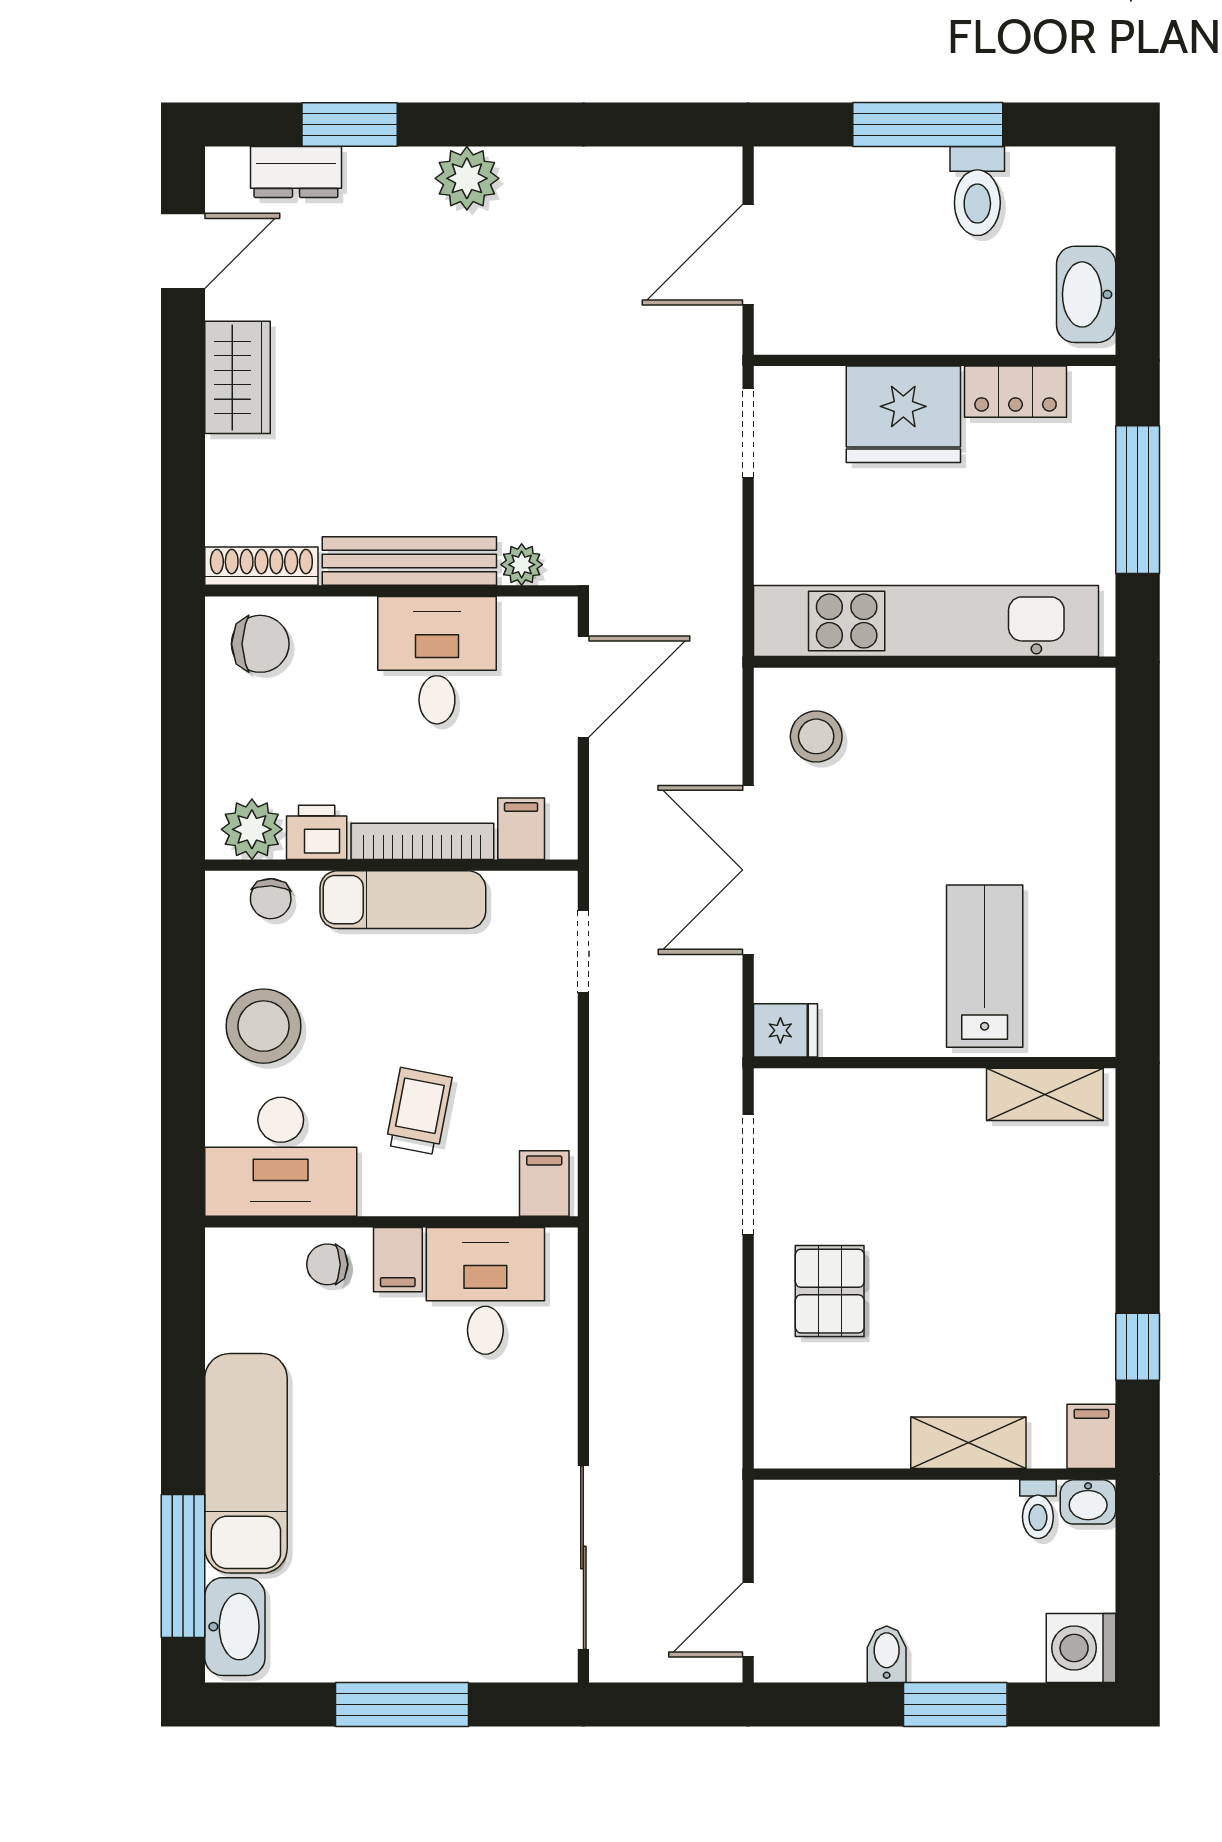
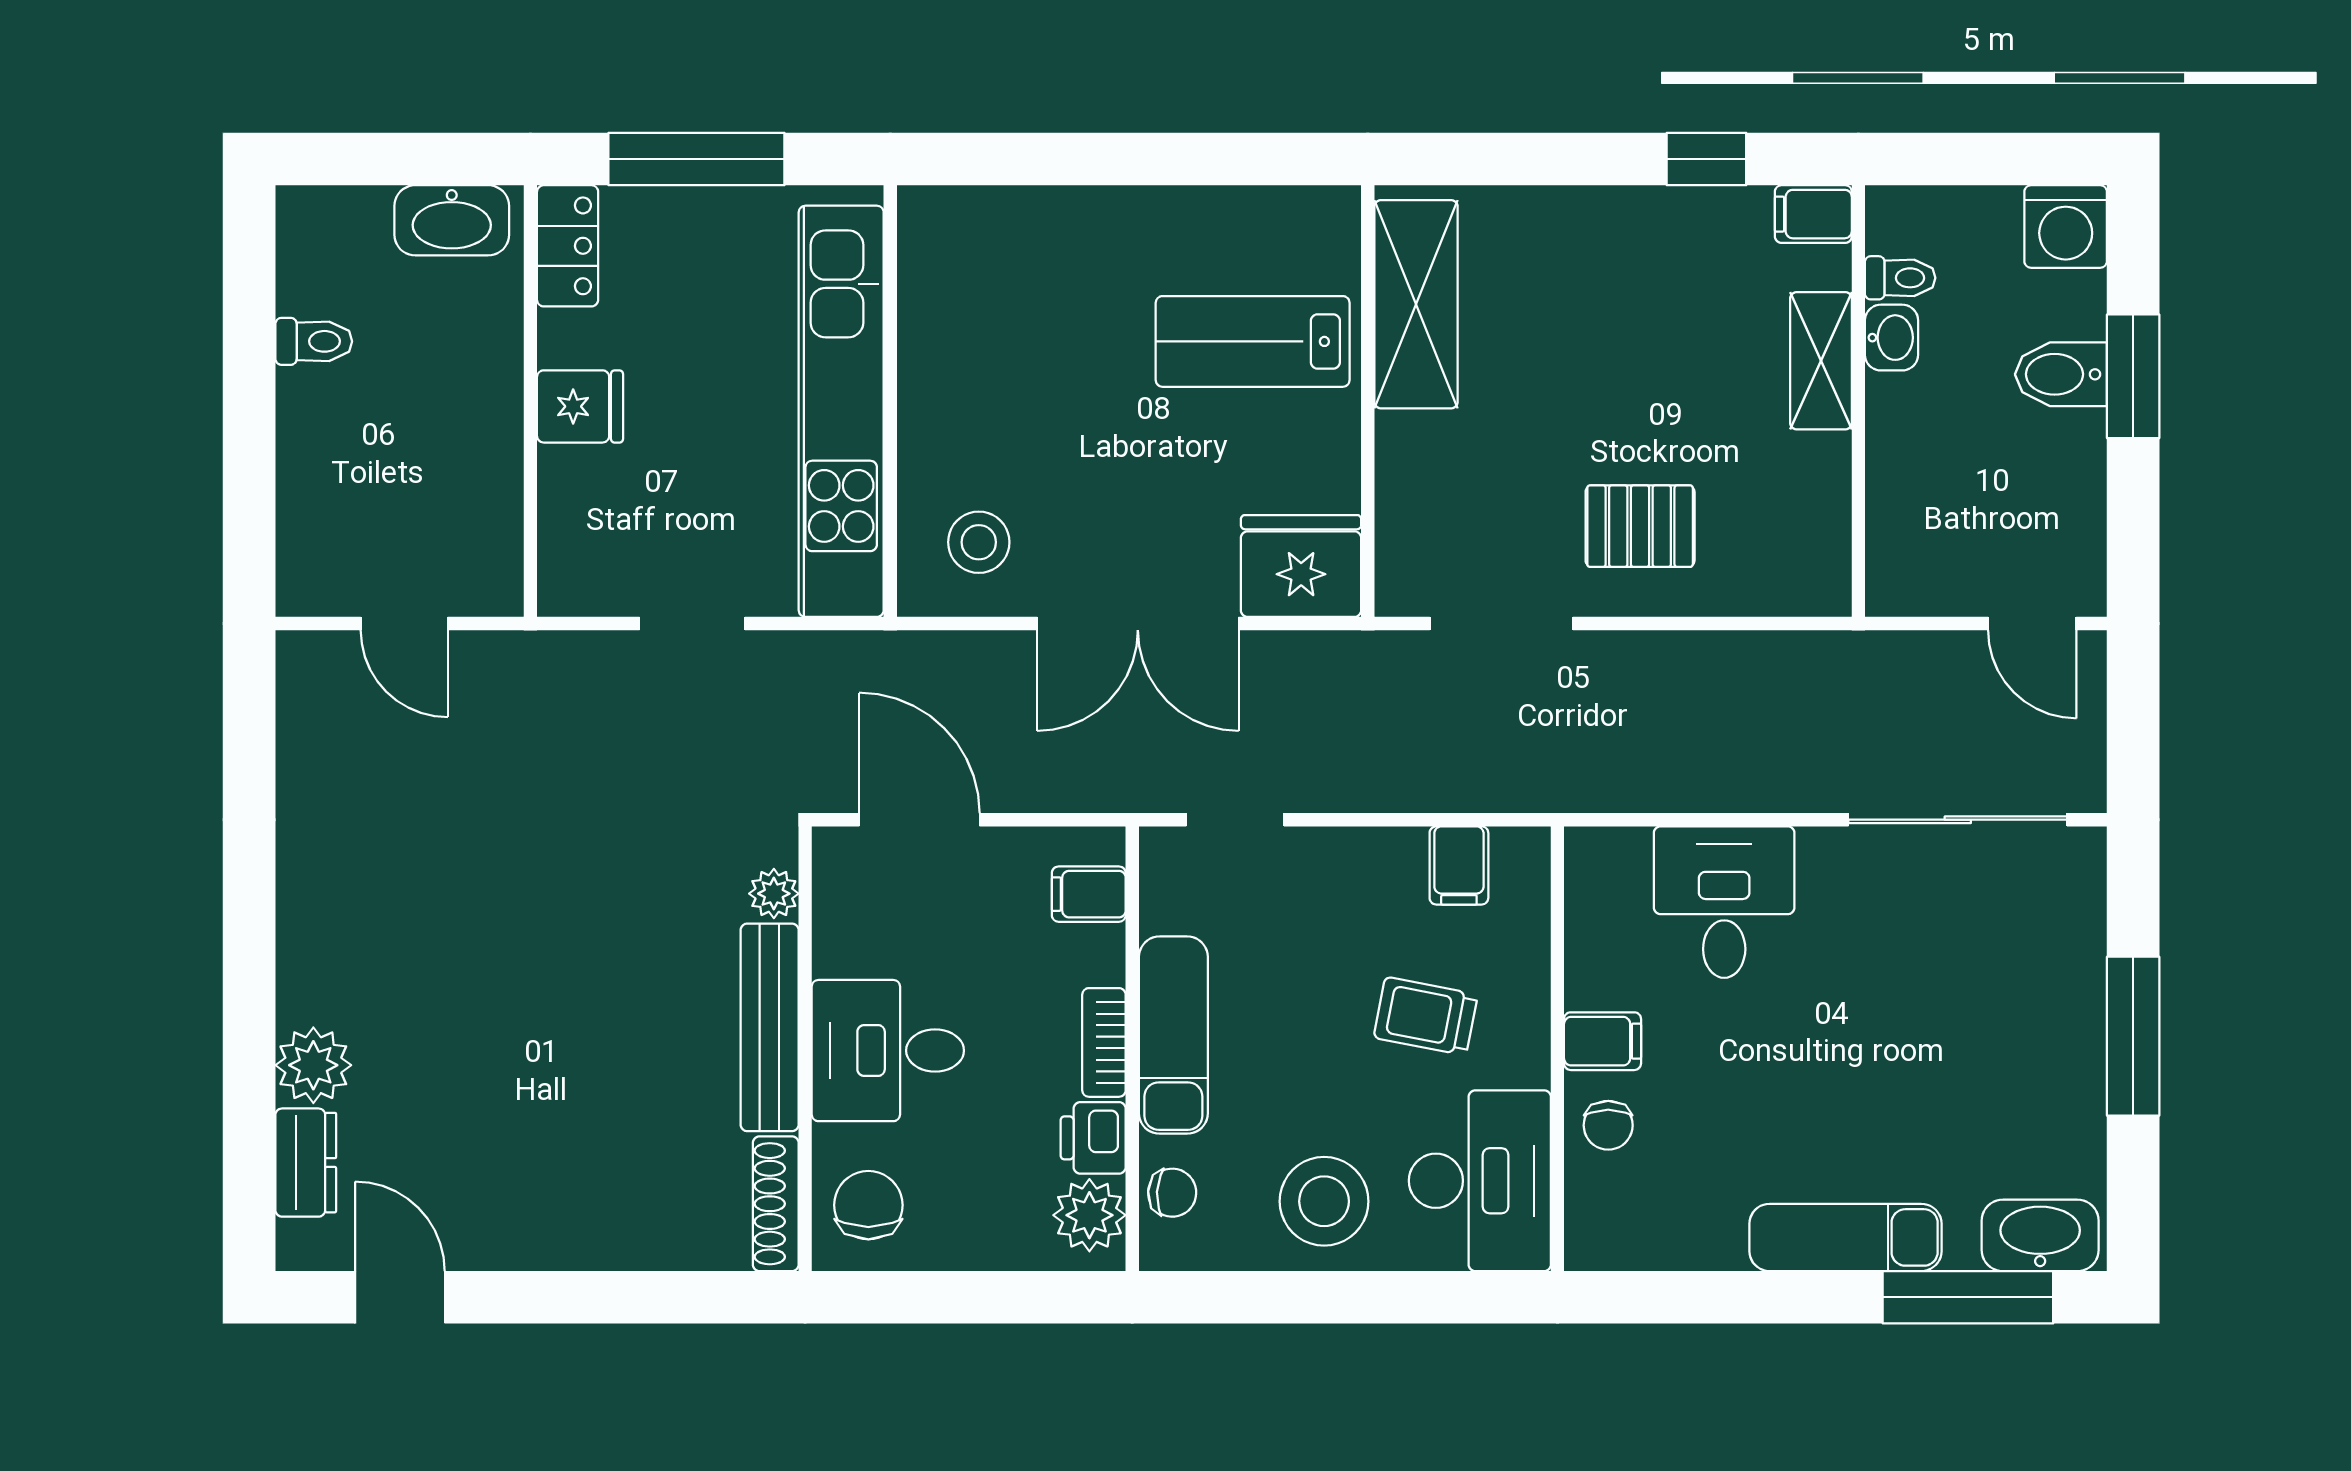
window: (350, 125) -> (249, 1099), removed
window: (928, 125) -> (249, 409), removed
plant: (467, 178) -> (313, 1065), moved
toilet: (977, 191) -> (314, 341), width x0.73, depth x0.72
door: (748, 255) -> (404, 623), width x0.73
wardrobe: (238, 377) -> (551, 1232), removed
locker: (1016, 392) -> (568, 246), moved
fridge: (903, 414) -> (580, 406), width x0.53, depth x0.75
doorway: (748, 433) -> (692, 623), moved
desk: (437, 660) -> (888, 1051), moved
bookcase: (422, 841) -> (1104, 1042), width x0.64
fridge: (785, 1030) -> (1301, 566), width x1.88, depth x1.34
shelving: (1045, 1094) -> (1416, 304), width x1.50, depth x1.33
filing cabinet: (544, 1183) -> (1459, 865), moved, turned -90
desk: (485, 1291) -> (1724, 902), moved, turned 90
exam couch: (246, 1463) -> (1845, 1237), width x0.73, depth x0.69
washbasin: (1088, 1502) -> (1891, 338), moved
bidet: (887, 1654) -> (2061, 374), moved, width x1.38, depth x1.36

